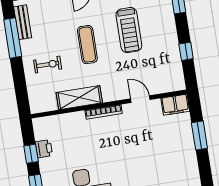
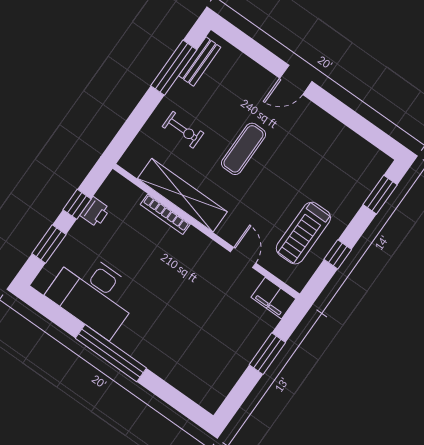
treadmill: (129, 30) -> (303, 233), moved
shelving: (79, 98) -> (182, 195), width x1.47
bookcase: (104, 112) -> (165, 214), moved

